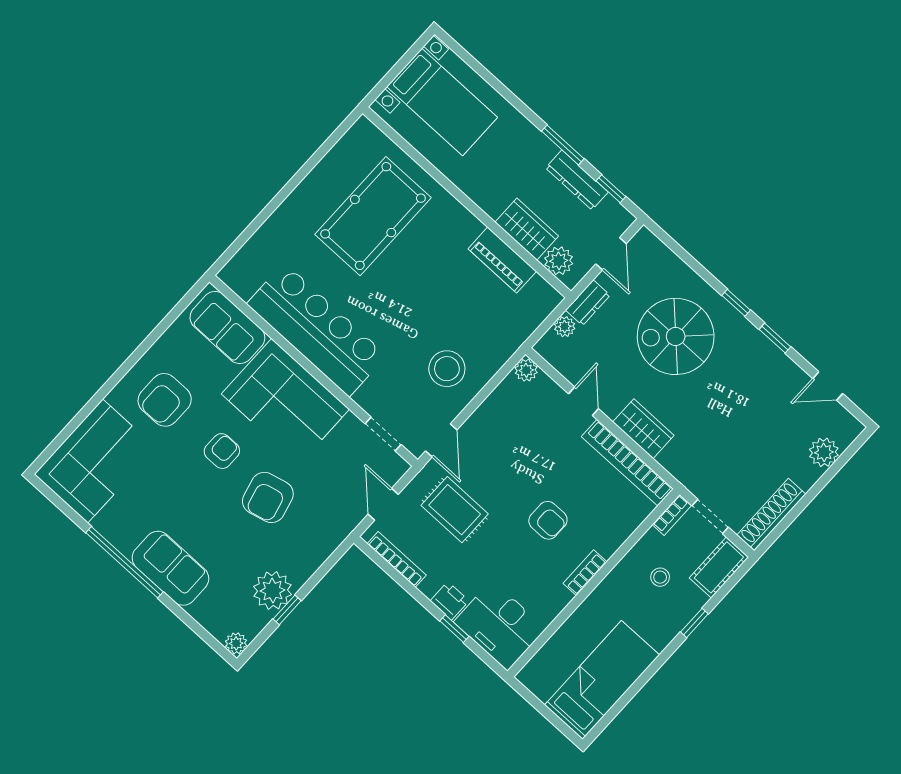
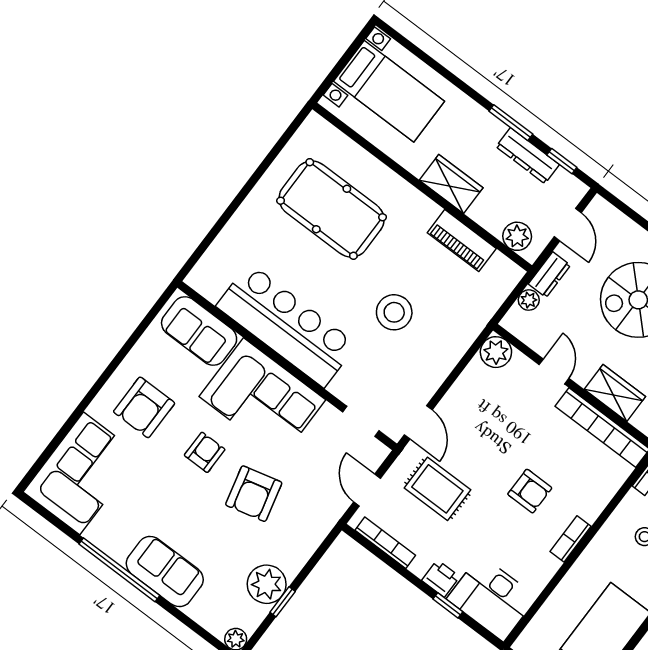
pool table: (373, 216) -> (332, 209), turned 90
wardrobe: (527, 229) -> (451, 184), moved
stool: (447, 369) -> (394, 312), moved
plant: (526, 370) -> (496, 352), width x1.38, depth x1.38

